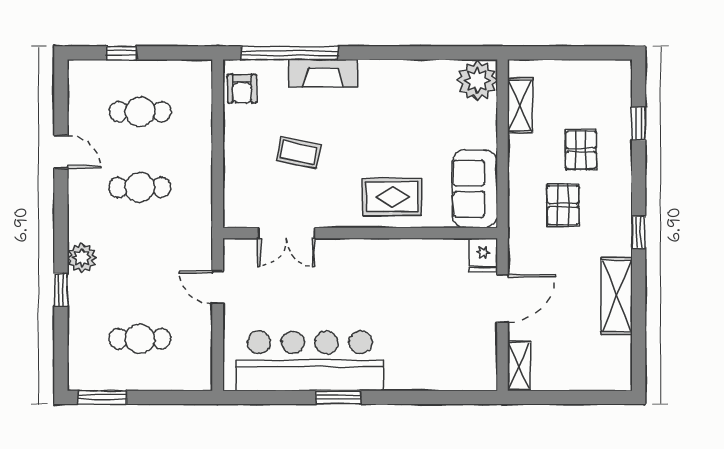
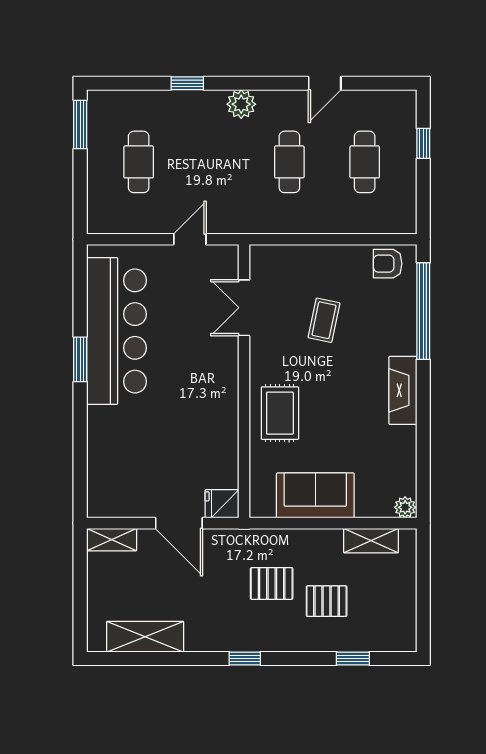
fireplace: (323, 73) -> (403, 390), moved
plant: (477, 81) -> (405, 507), width x0.53, depth x0.53
sofa: (475, 189) -> (315, 495), moved
plant: (82, 258) -> (241, 104), moved
shelving: (617, 296) -> (145, 637), moved

